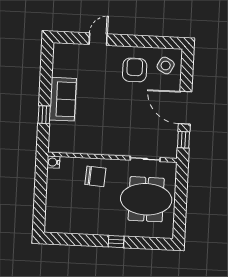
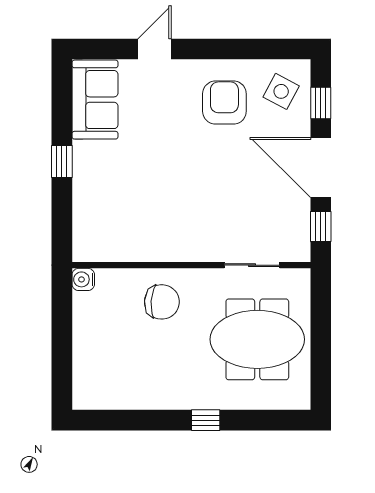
window: (187, 73) -> (321, 103), added
sofa: (63, 99) -> (95, 100), moved
window: (44, 115) -> (62, 162), moved

